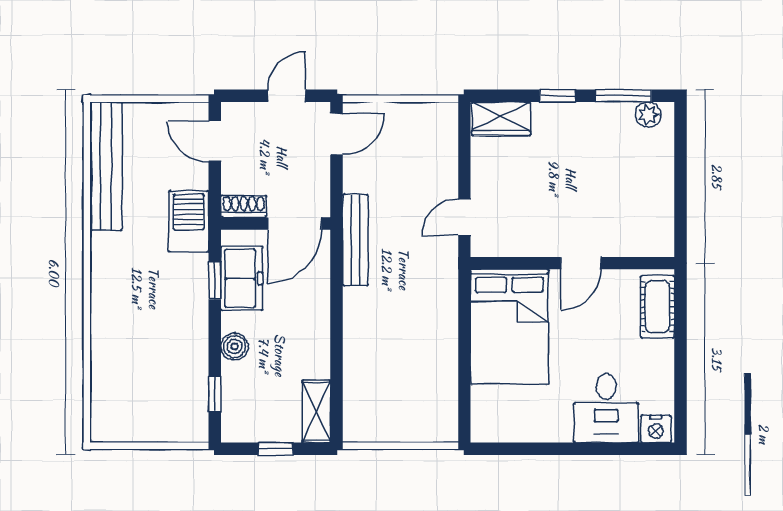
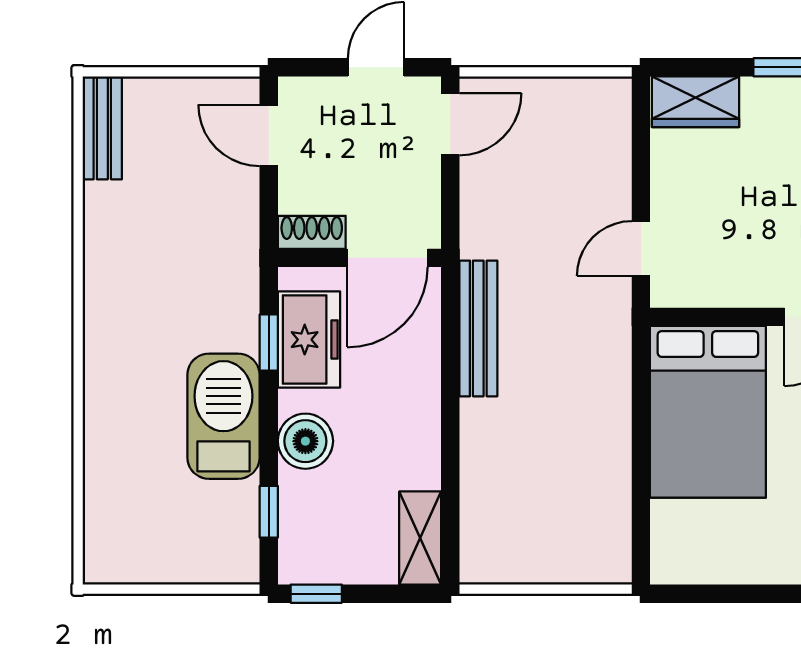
bench: (106, 166) -> (102, 128), width x0.54, depth x0.82
barbecue: (189, 221) -> (223, 416), moved, width x1.37, depth x1.21
bench: (355, 240) -> (478, 328), moved
boiler: (234, 346) -> (305, 441), width x1.36, depth x1.36
window: (276, 449) -> (316, 594), moved

